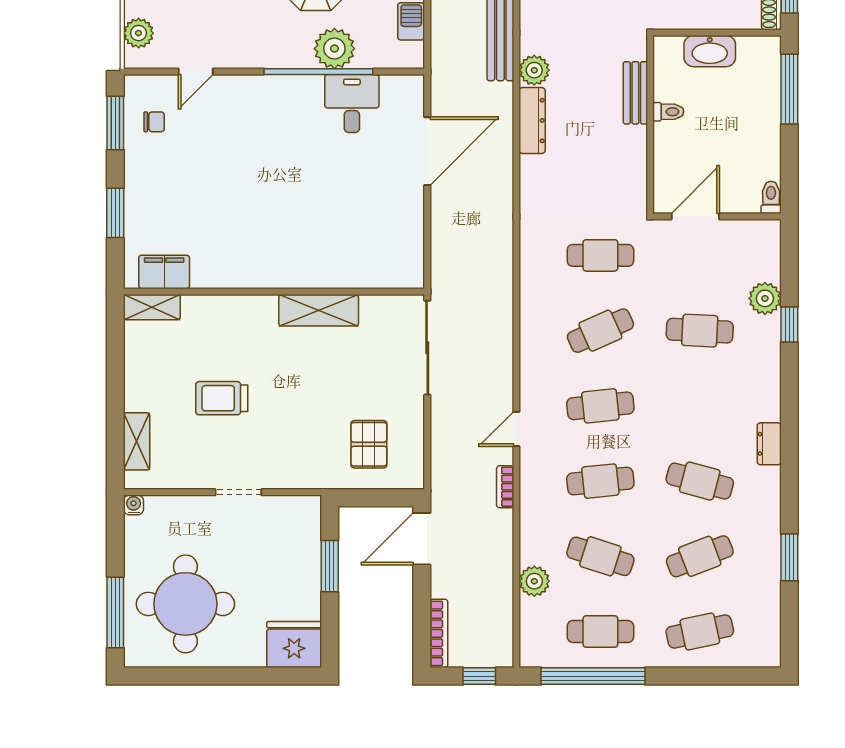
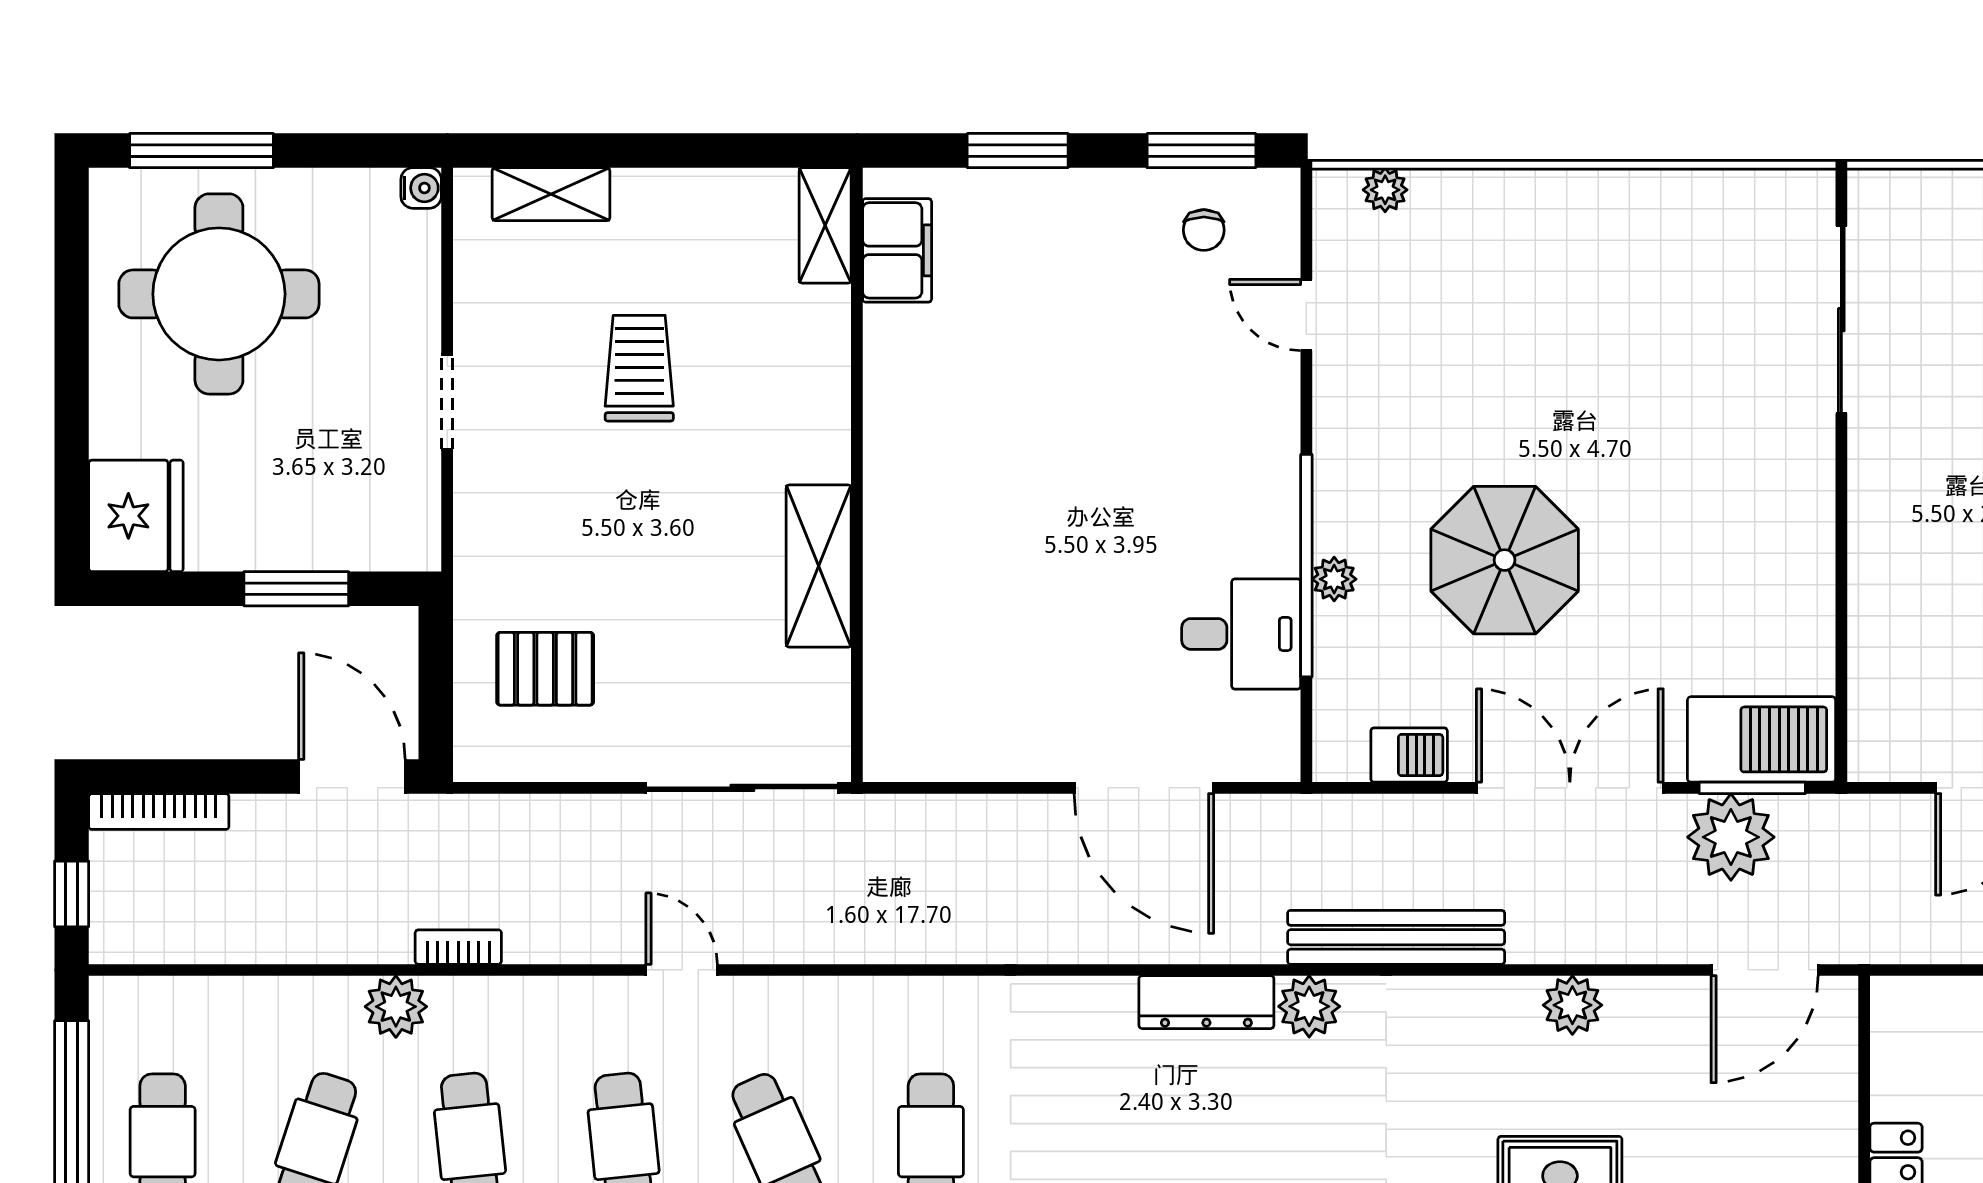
plant: (139, 33) -> (1385, 190), width x0.73, depth x0.73
plant: (334, 49) -> (1334, 579), width x0.53, depth x0.53
door: (516, 429) -> (682, 970), moved
plant: (534, 581) -> (396, 1007), moved

